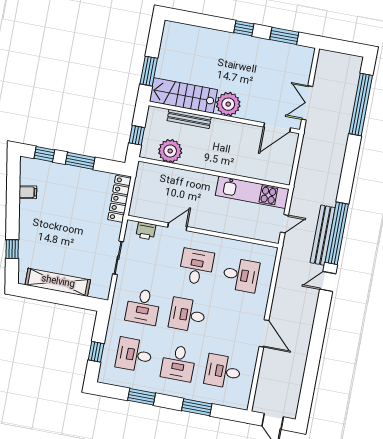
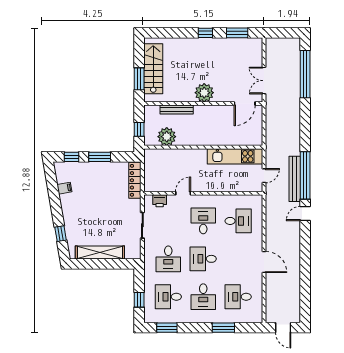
stairs: (183, 96) -> (153, 69), moved, turned 90
window: (141, 397) -> (167, 328), moved

